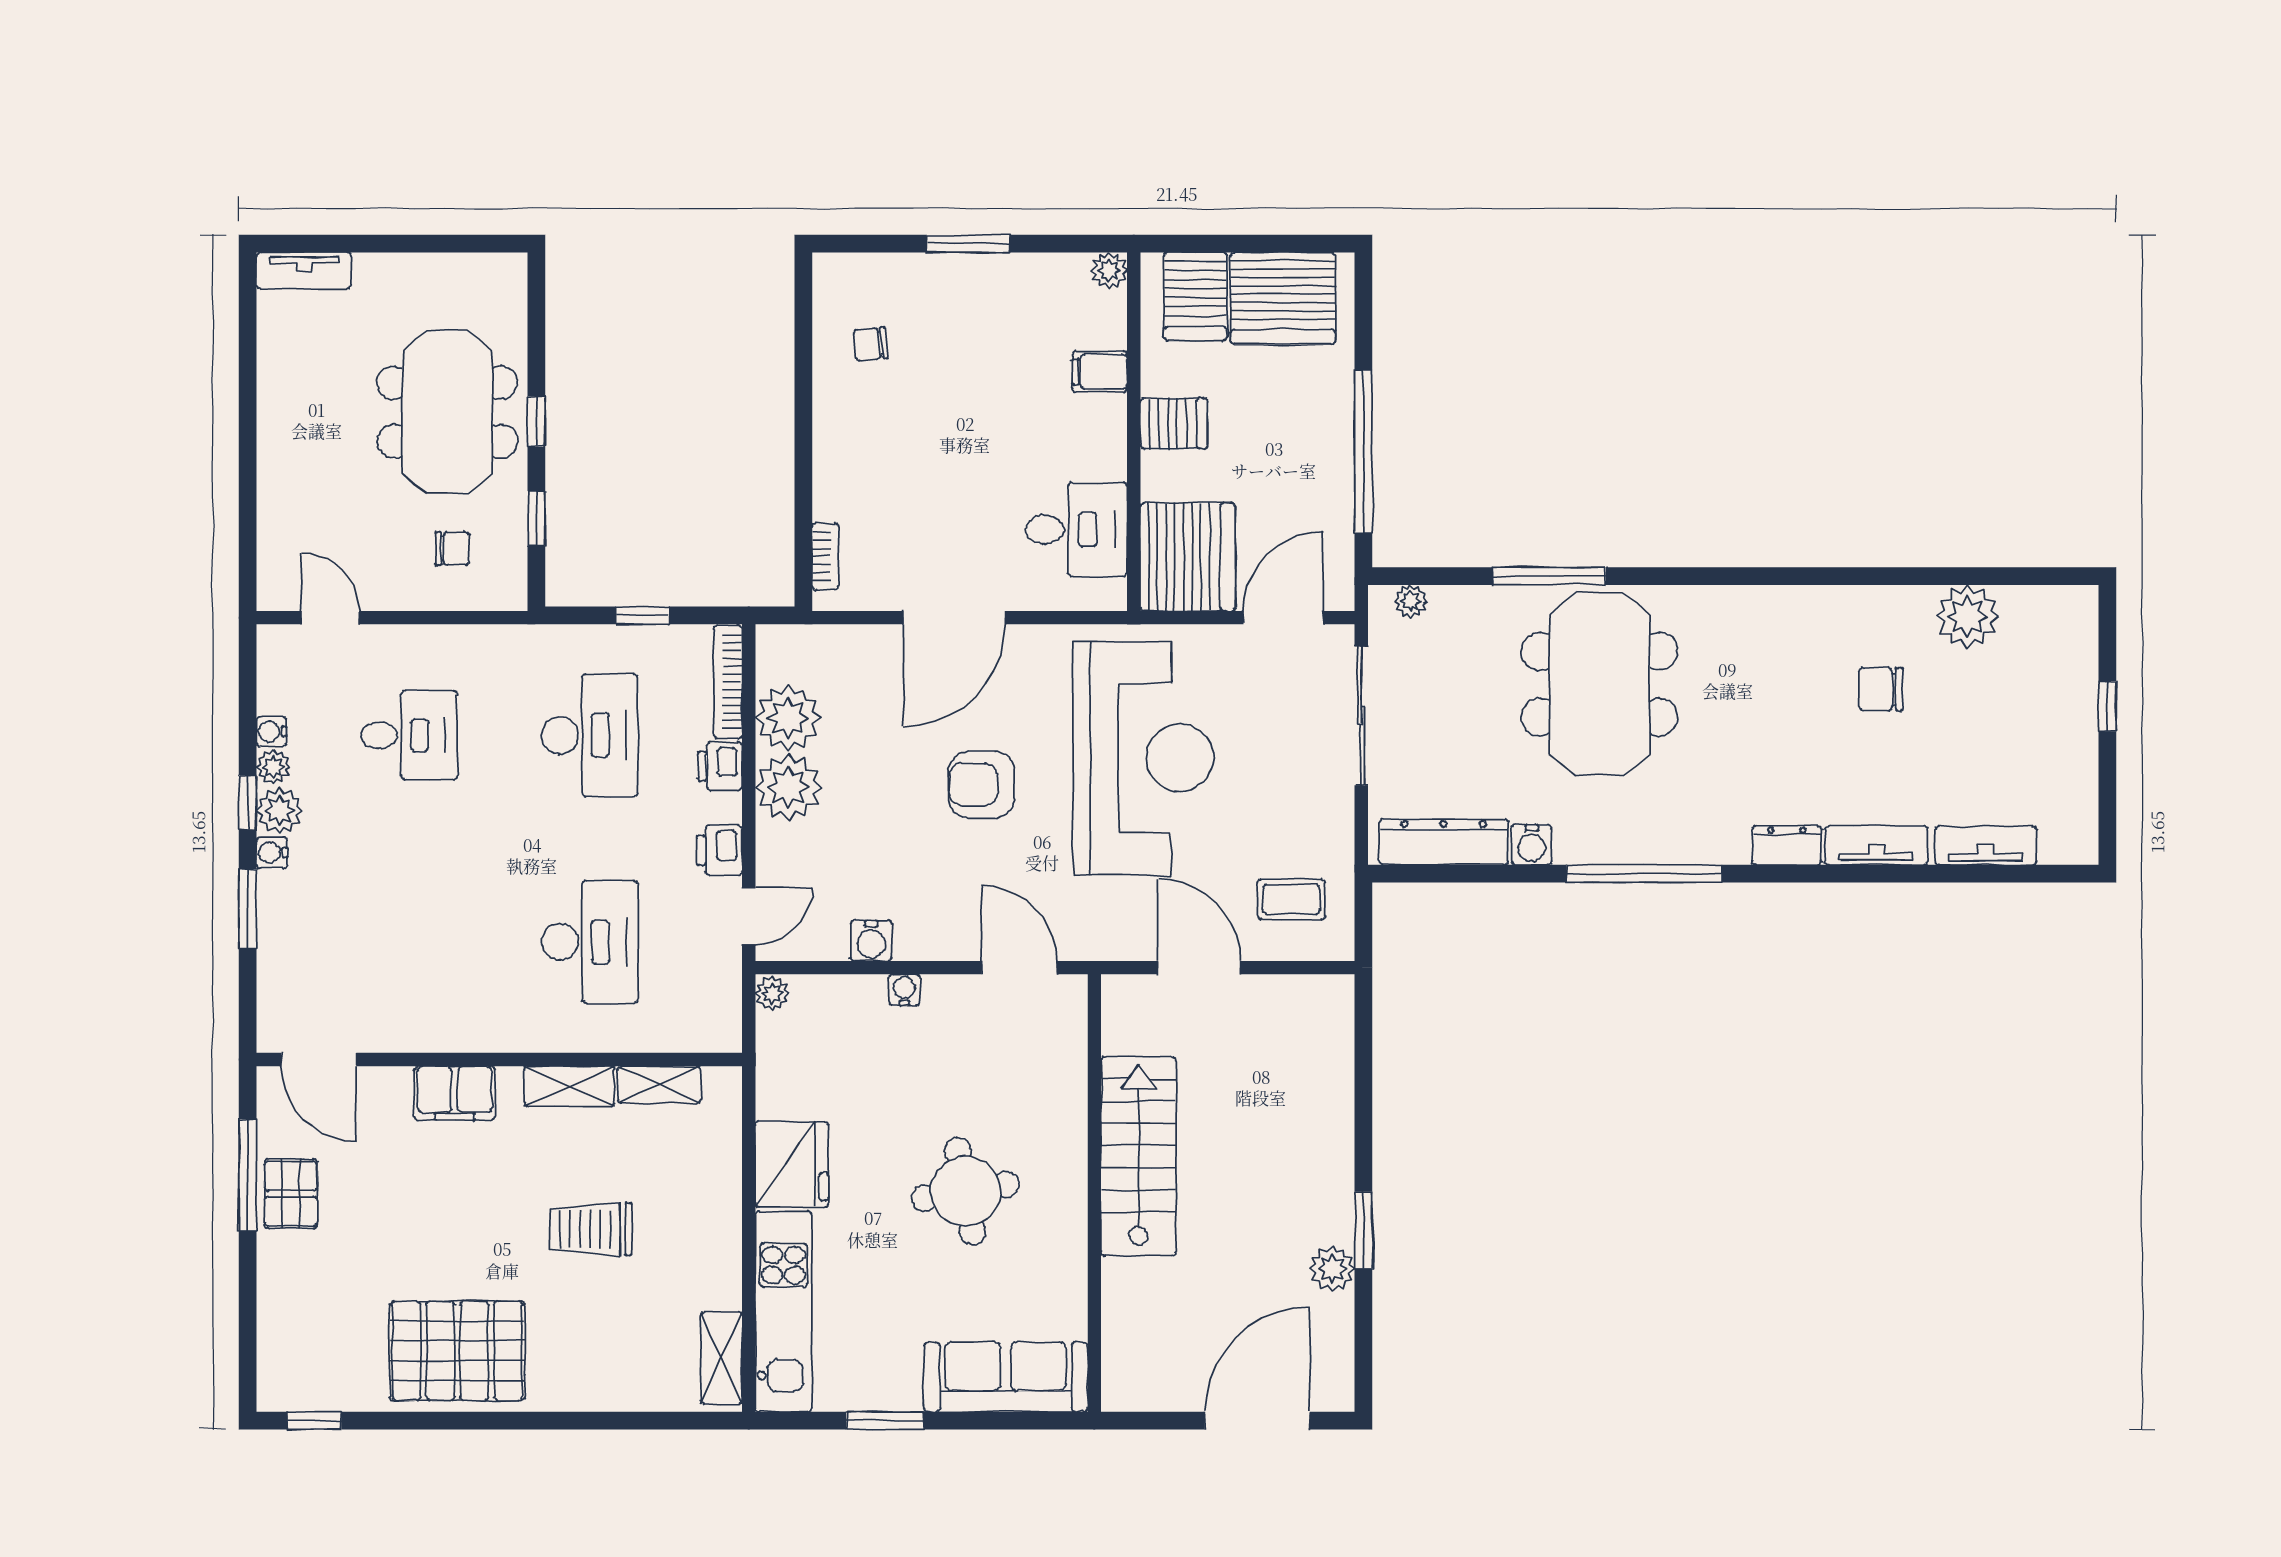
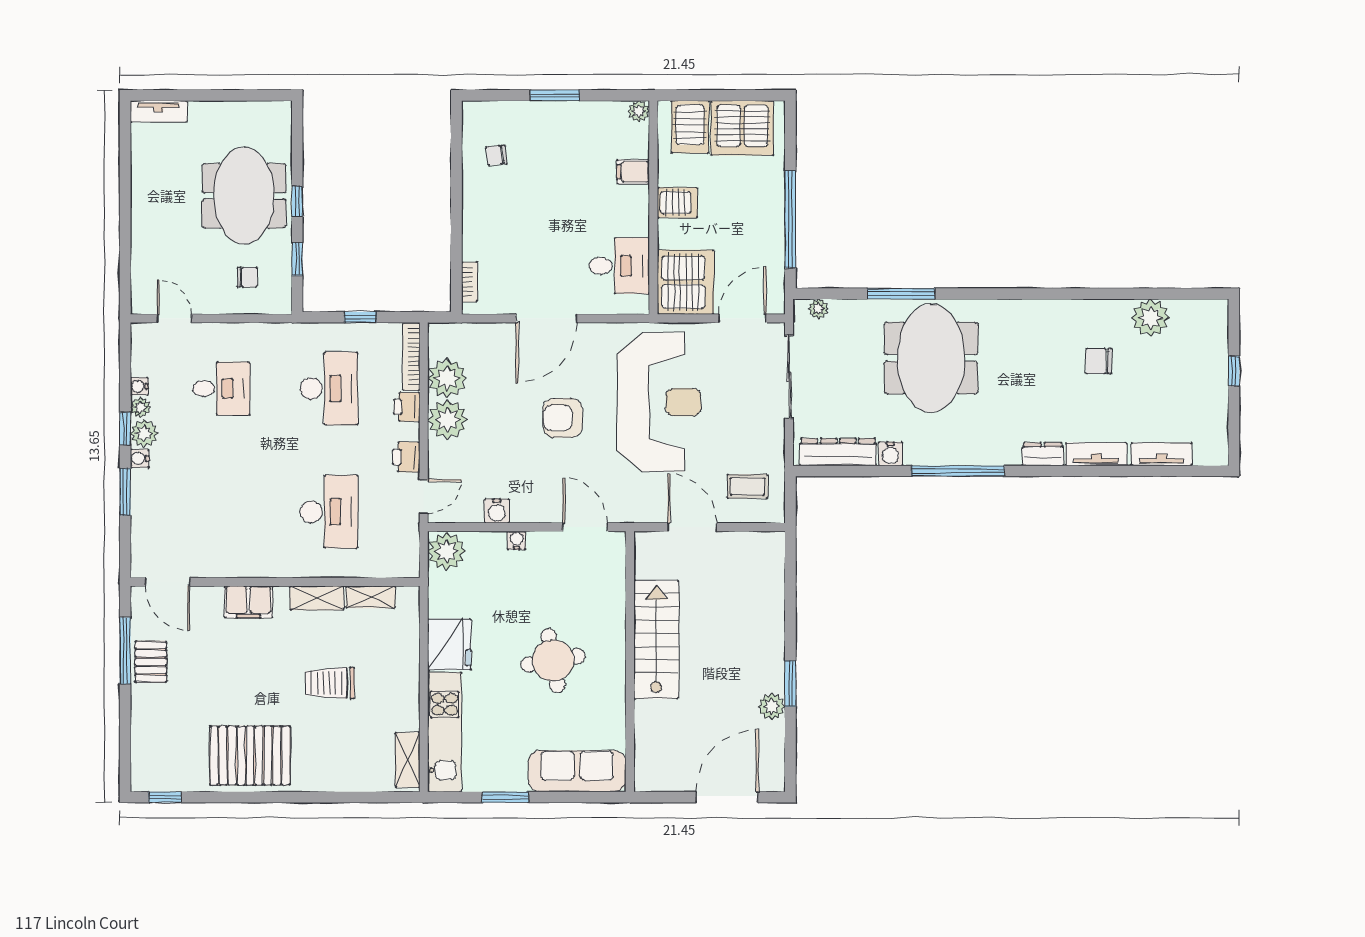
plant: (772, 993) -> (447, 551), width x1.87, depth x1.87

